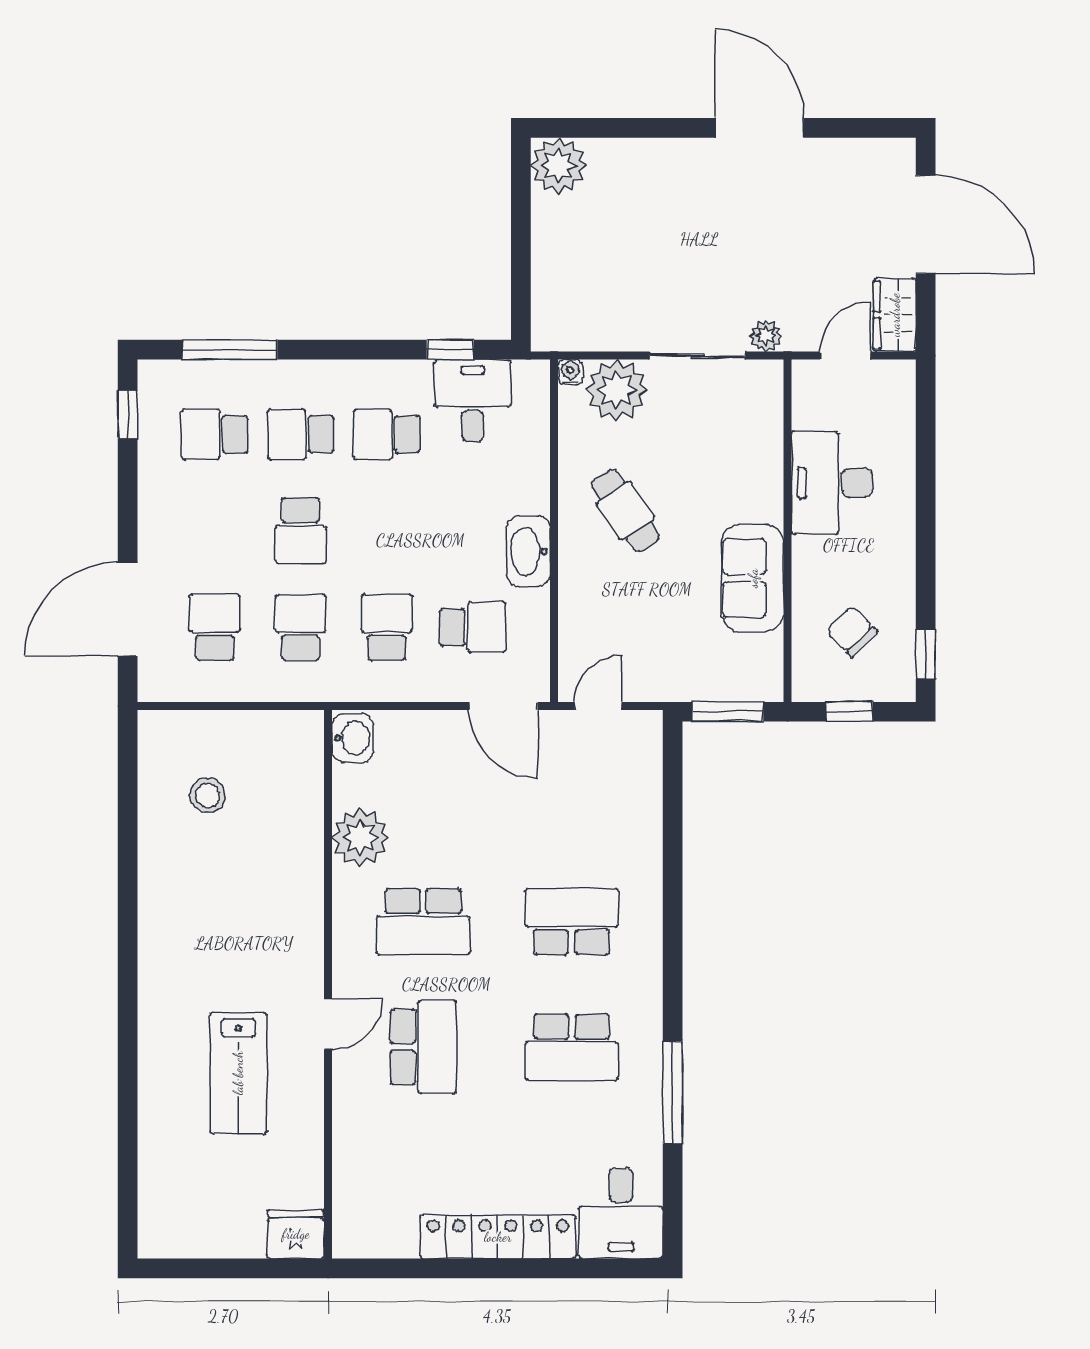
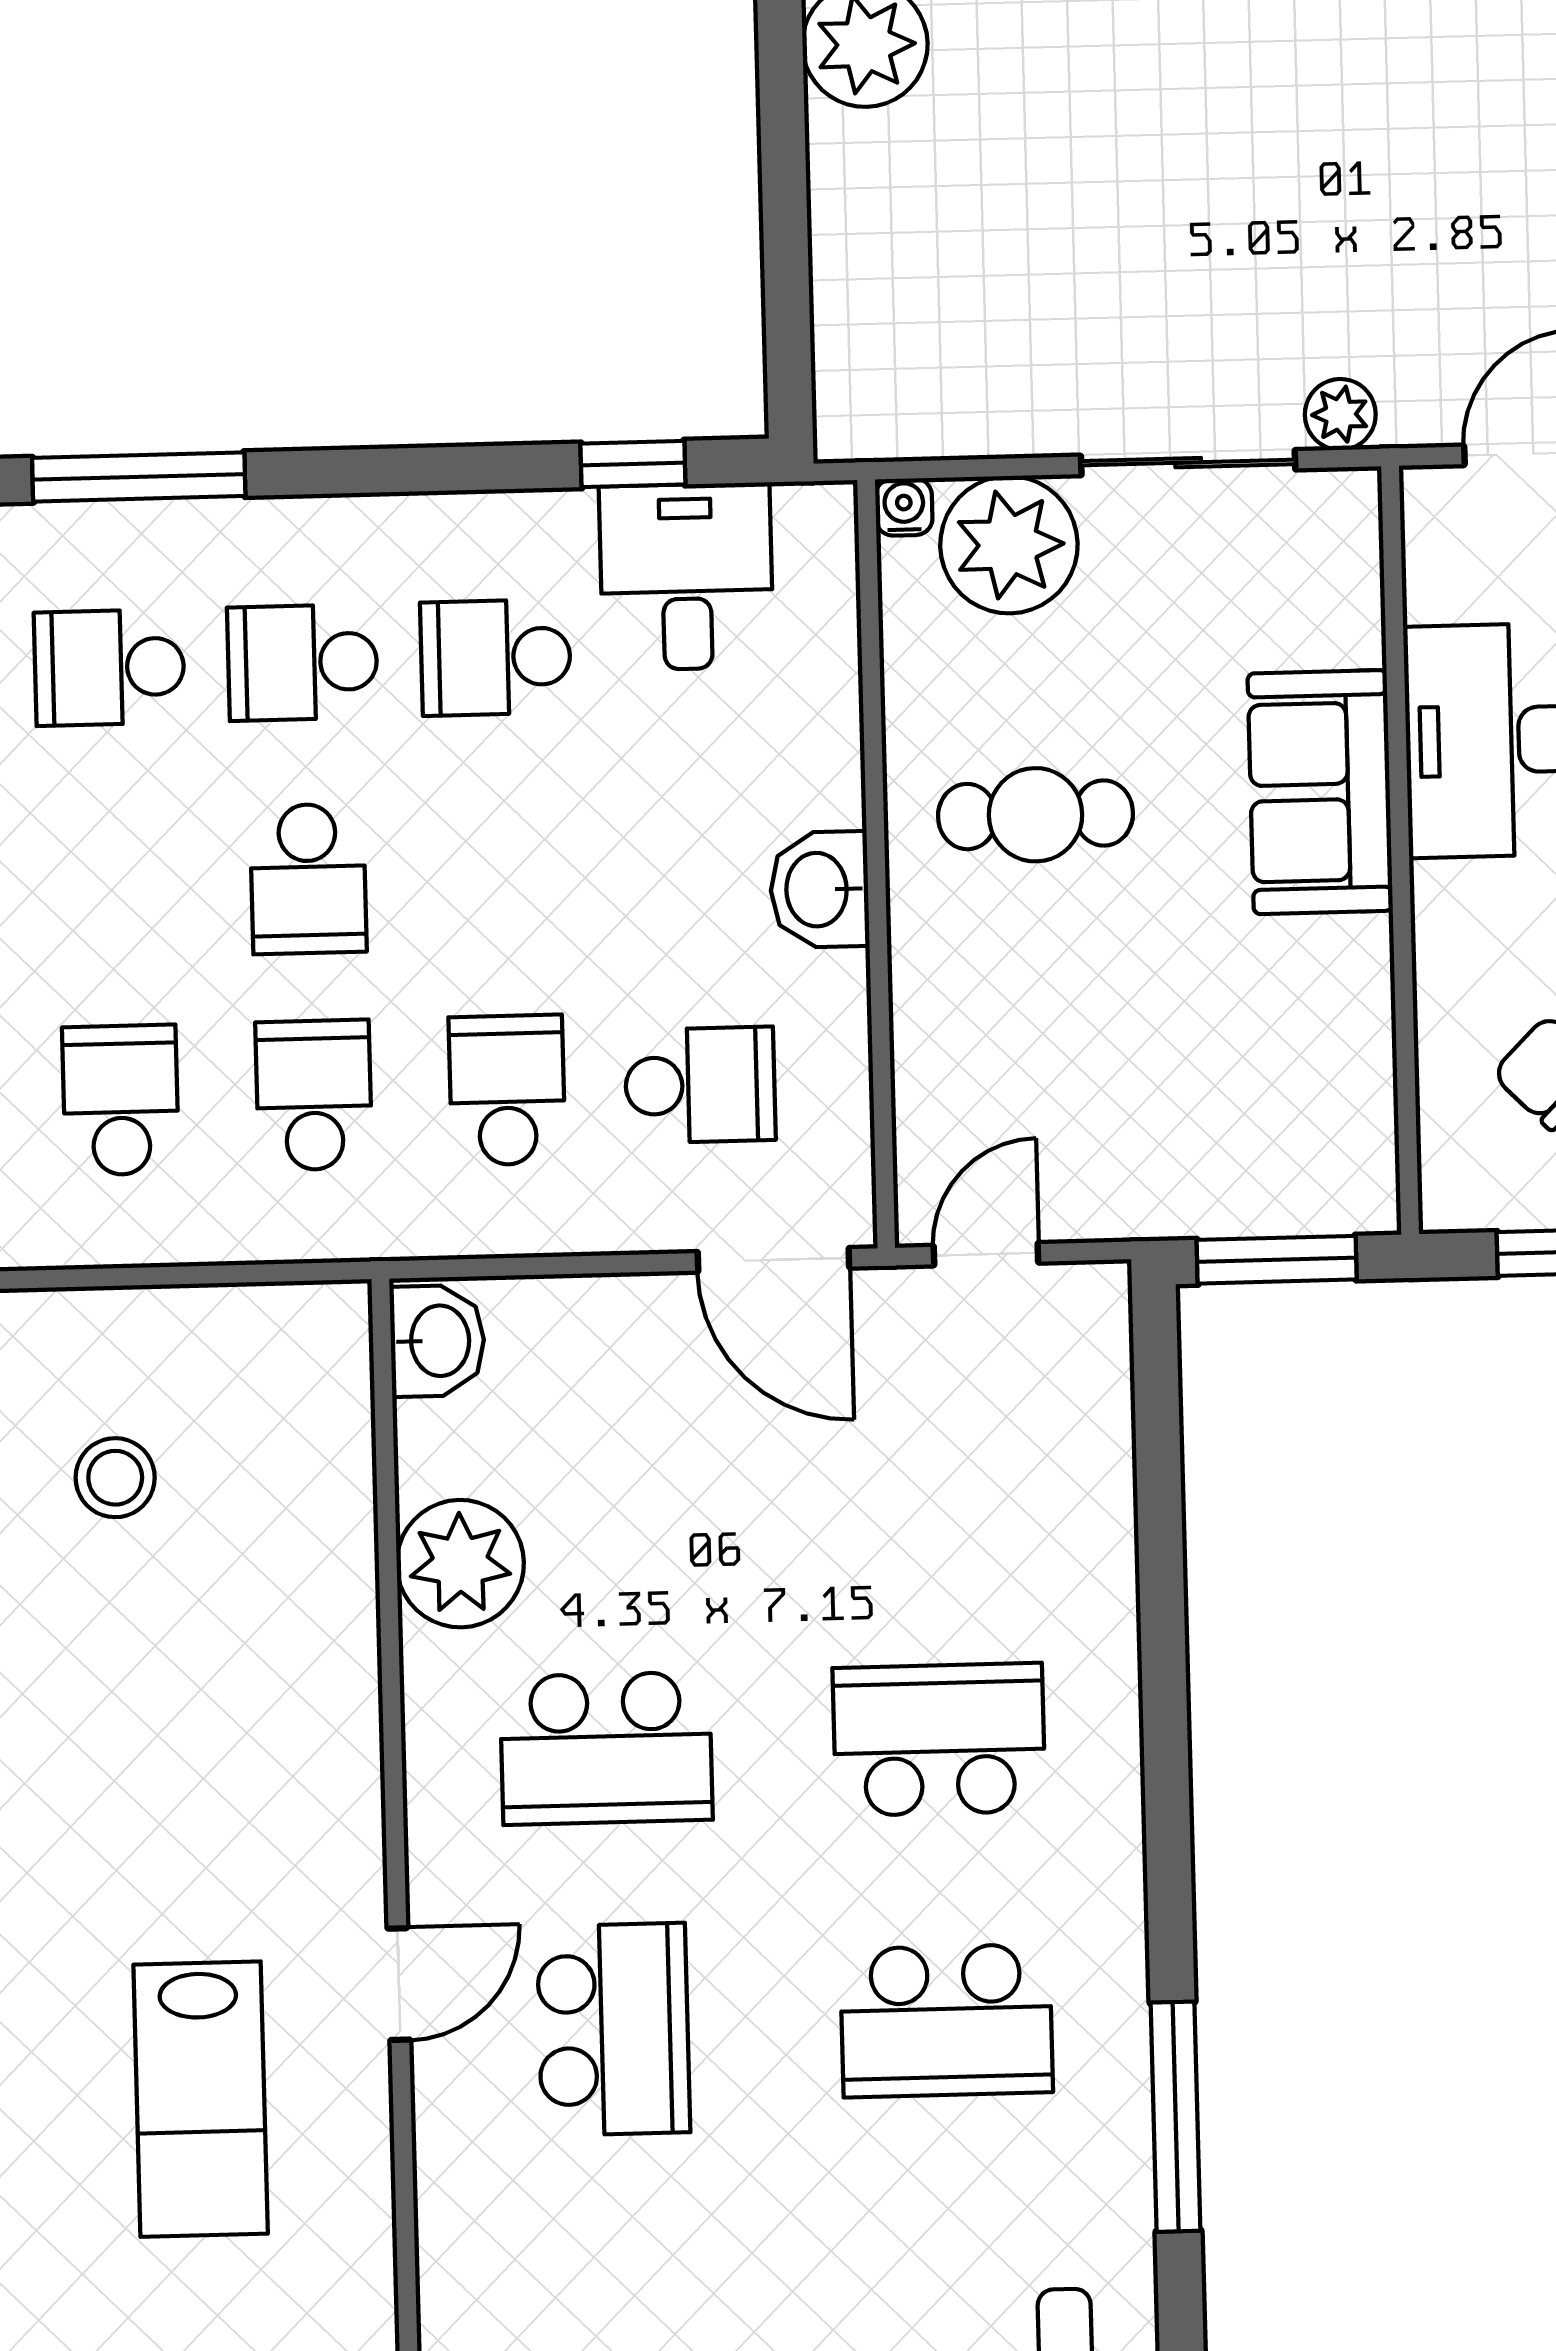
cafe table: (625, 511) -> (1036, 815), turned -56
washbasin: (528, 551) -> (819, 890), width x0.72
sofa: (753, 578) -> (1320, 792), moved

